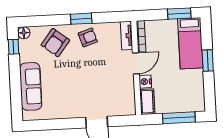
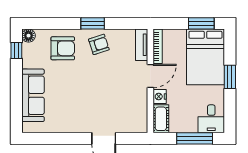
armchair: (55, 43) -> (63, 48), turned -128
bed: (190, 43) -> (205, 57), width x1.50
desk: (193, 99) -> (211, 119), added

